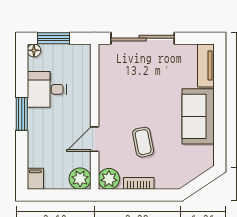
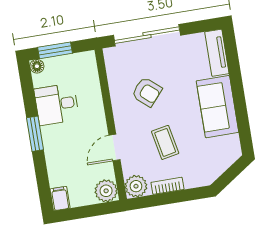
armchair: (134, 92) -> (147, 92), added

